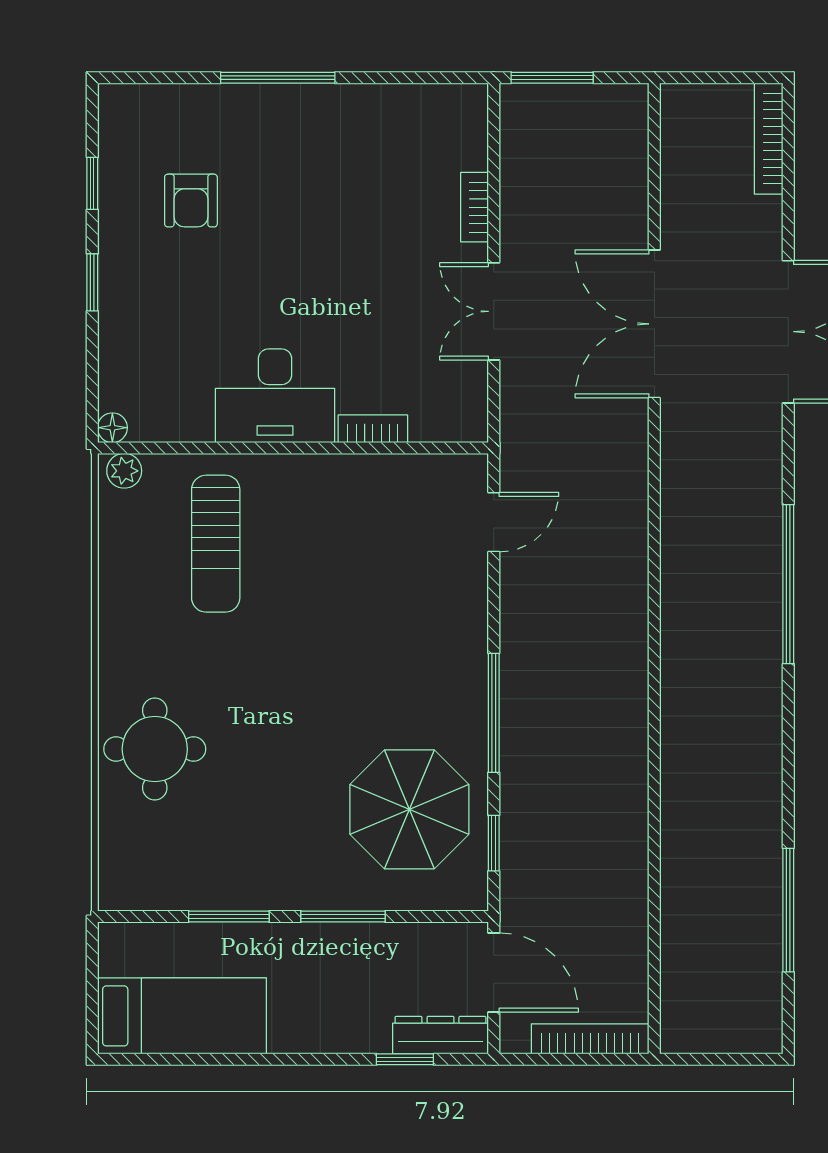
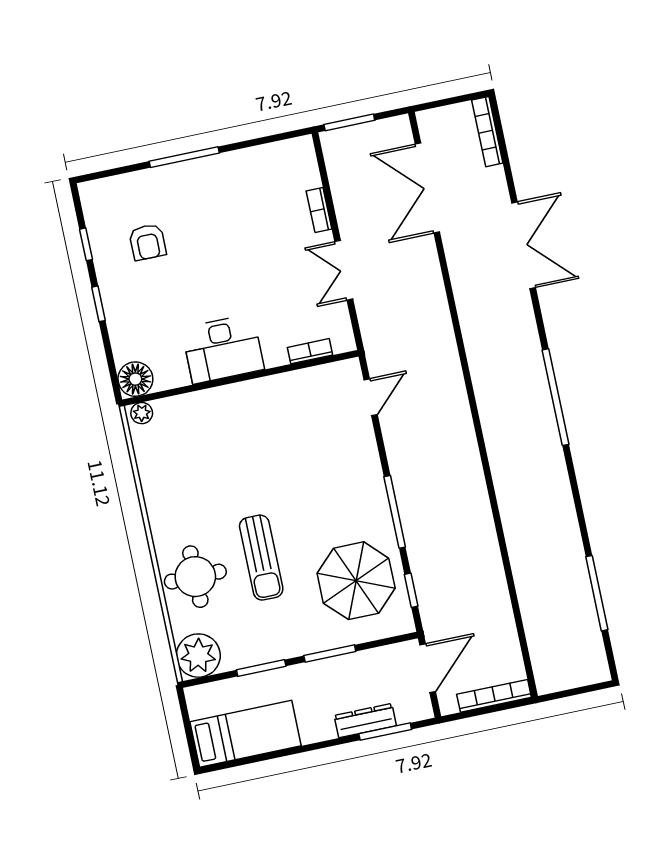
double door: (654, 324) -> (427, 188), moved
floor lamp: (112, 428) -> (135, 379), width x1.89, depth x1.89
bookcase: (373, 429) -> (310, 351), moved
sun lounger: (216, 544) -> (261, 558), moved
plant: (133, 876) -> (198, 656), added
door: (494, 973) -> (428, 668), hinge flipped
dresser: (440, 1035) -> (365, 721), moved
window: (405, 1059) -> (385, 732), width x1.50

